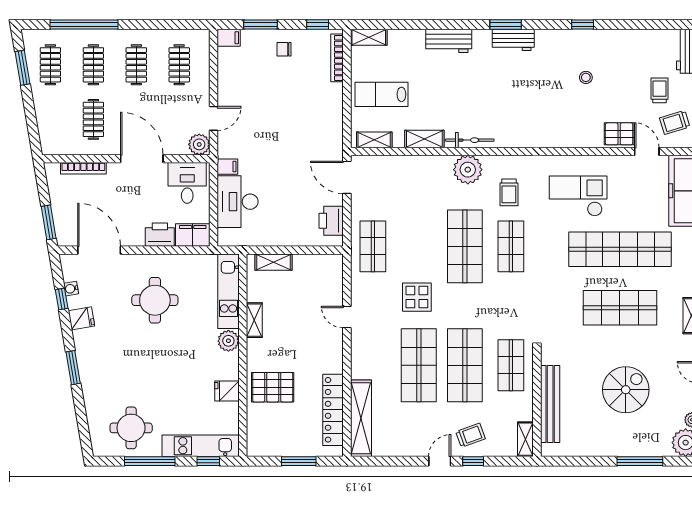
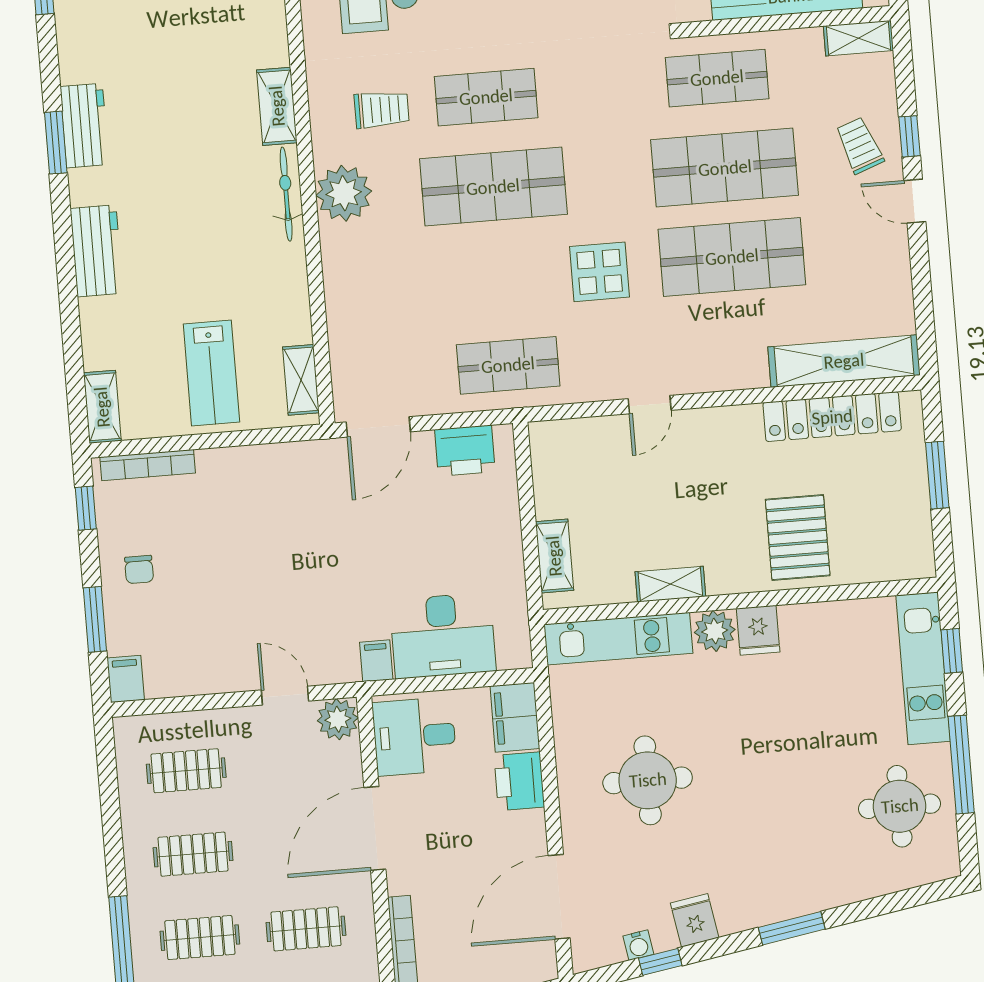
shelving: (424, 139) -> (277, 106), moved
fridge: (227, 391) -> (758, 630), moved

